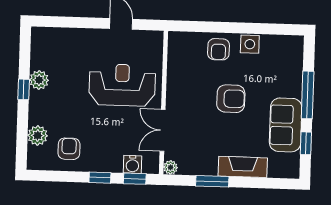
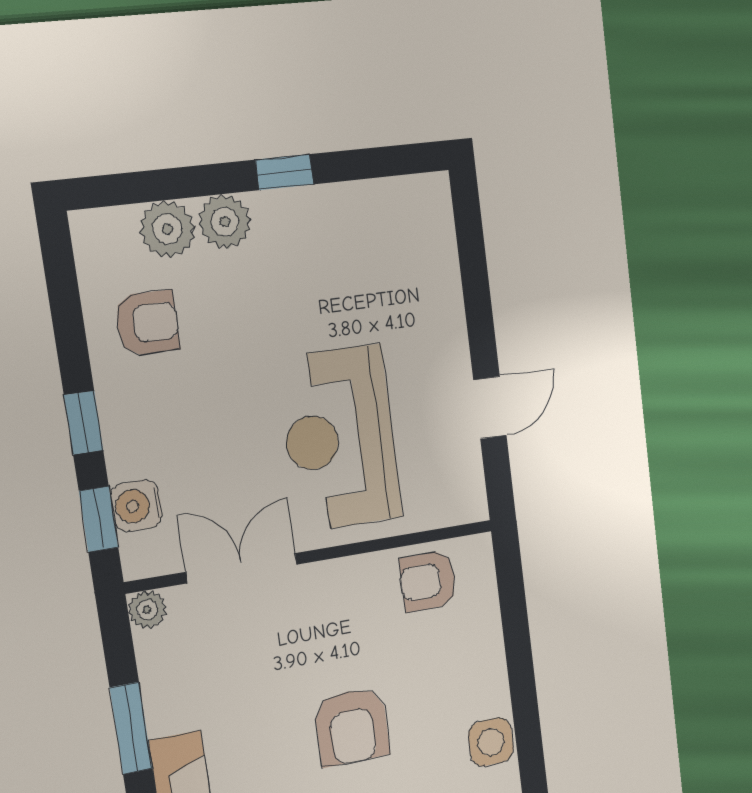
armchair: (219, 49) -> (428, 581), moved
plant: (39, 80) -> (225, 222), moved
reception desk: (122, 85) -> (340, 438), turned 180

